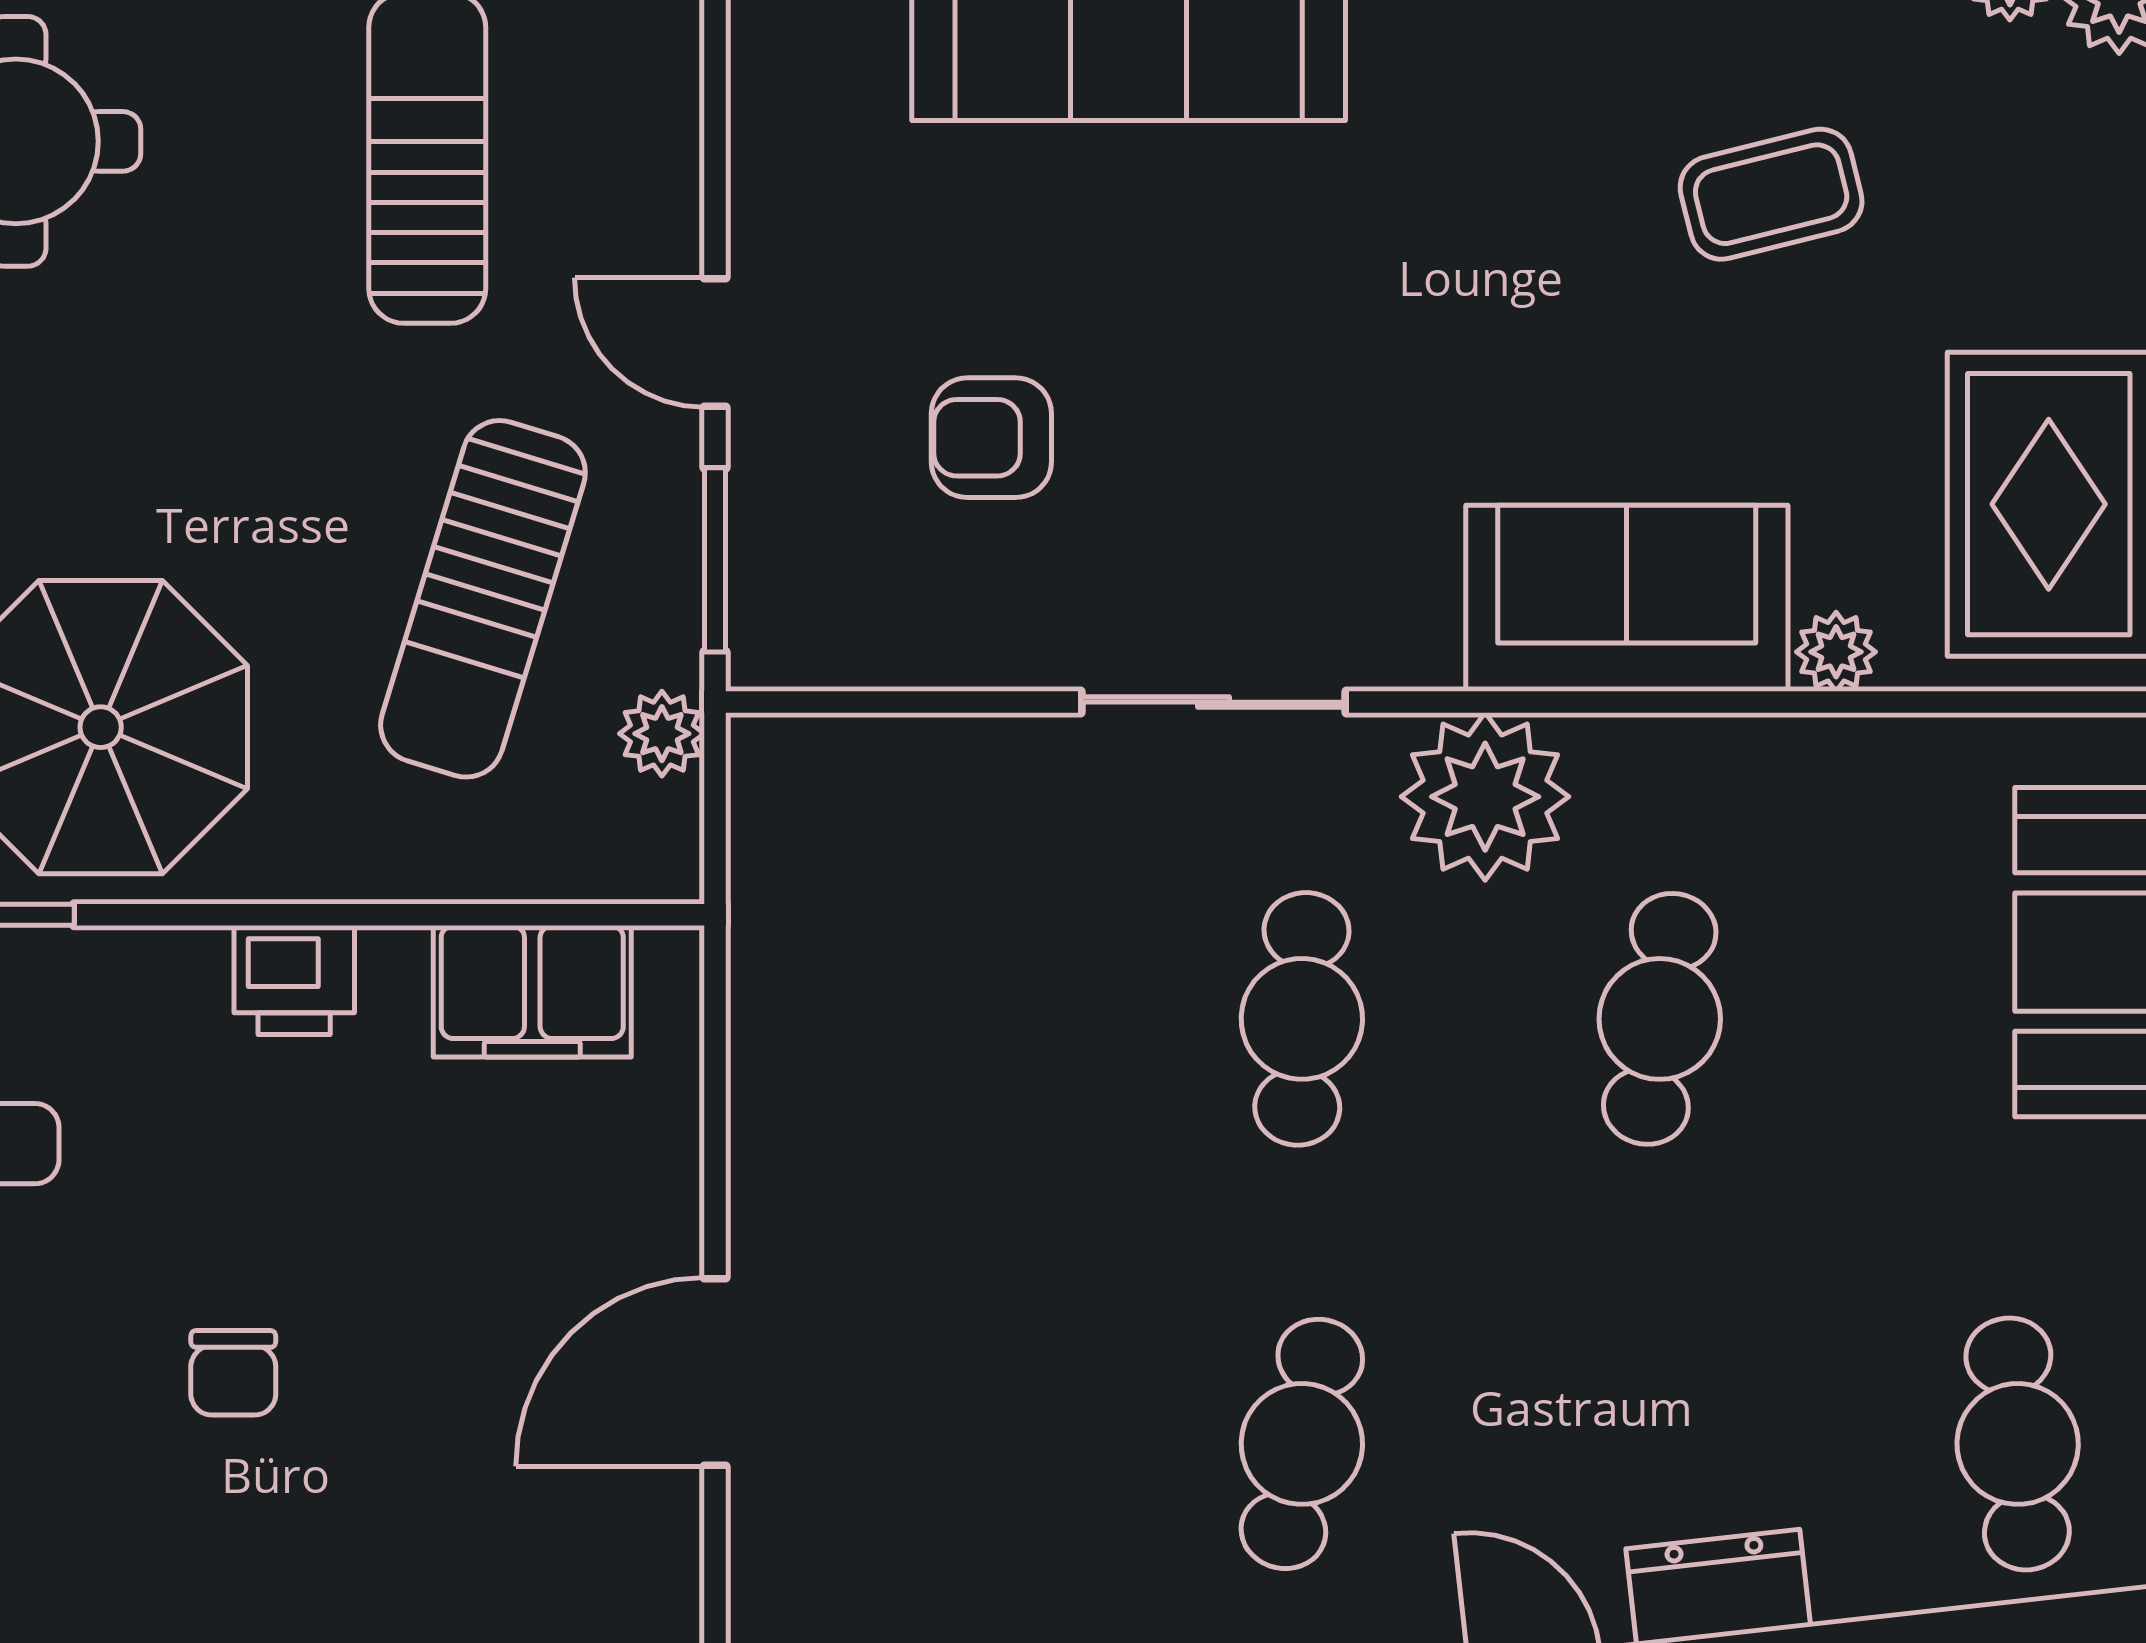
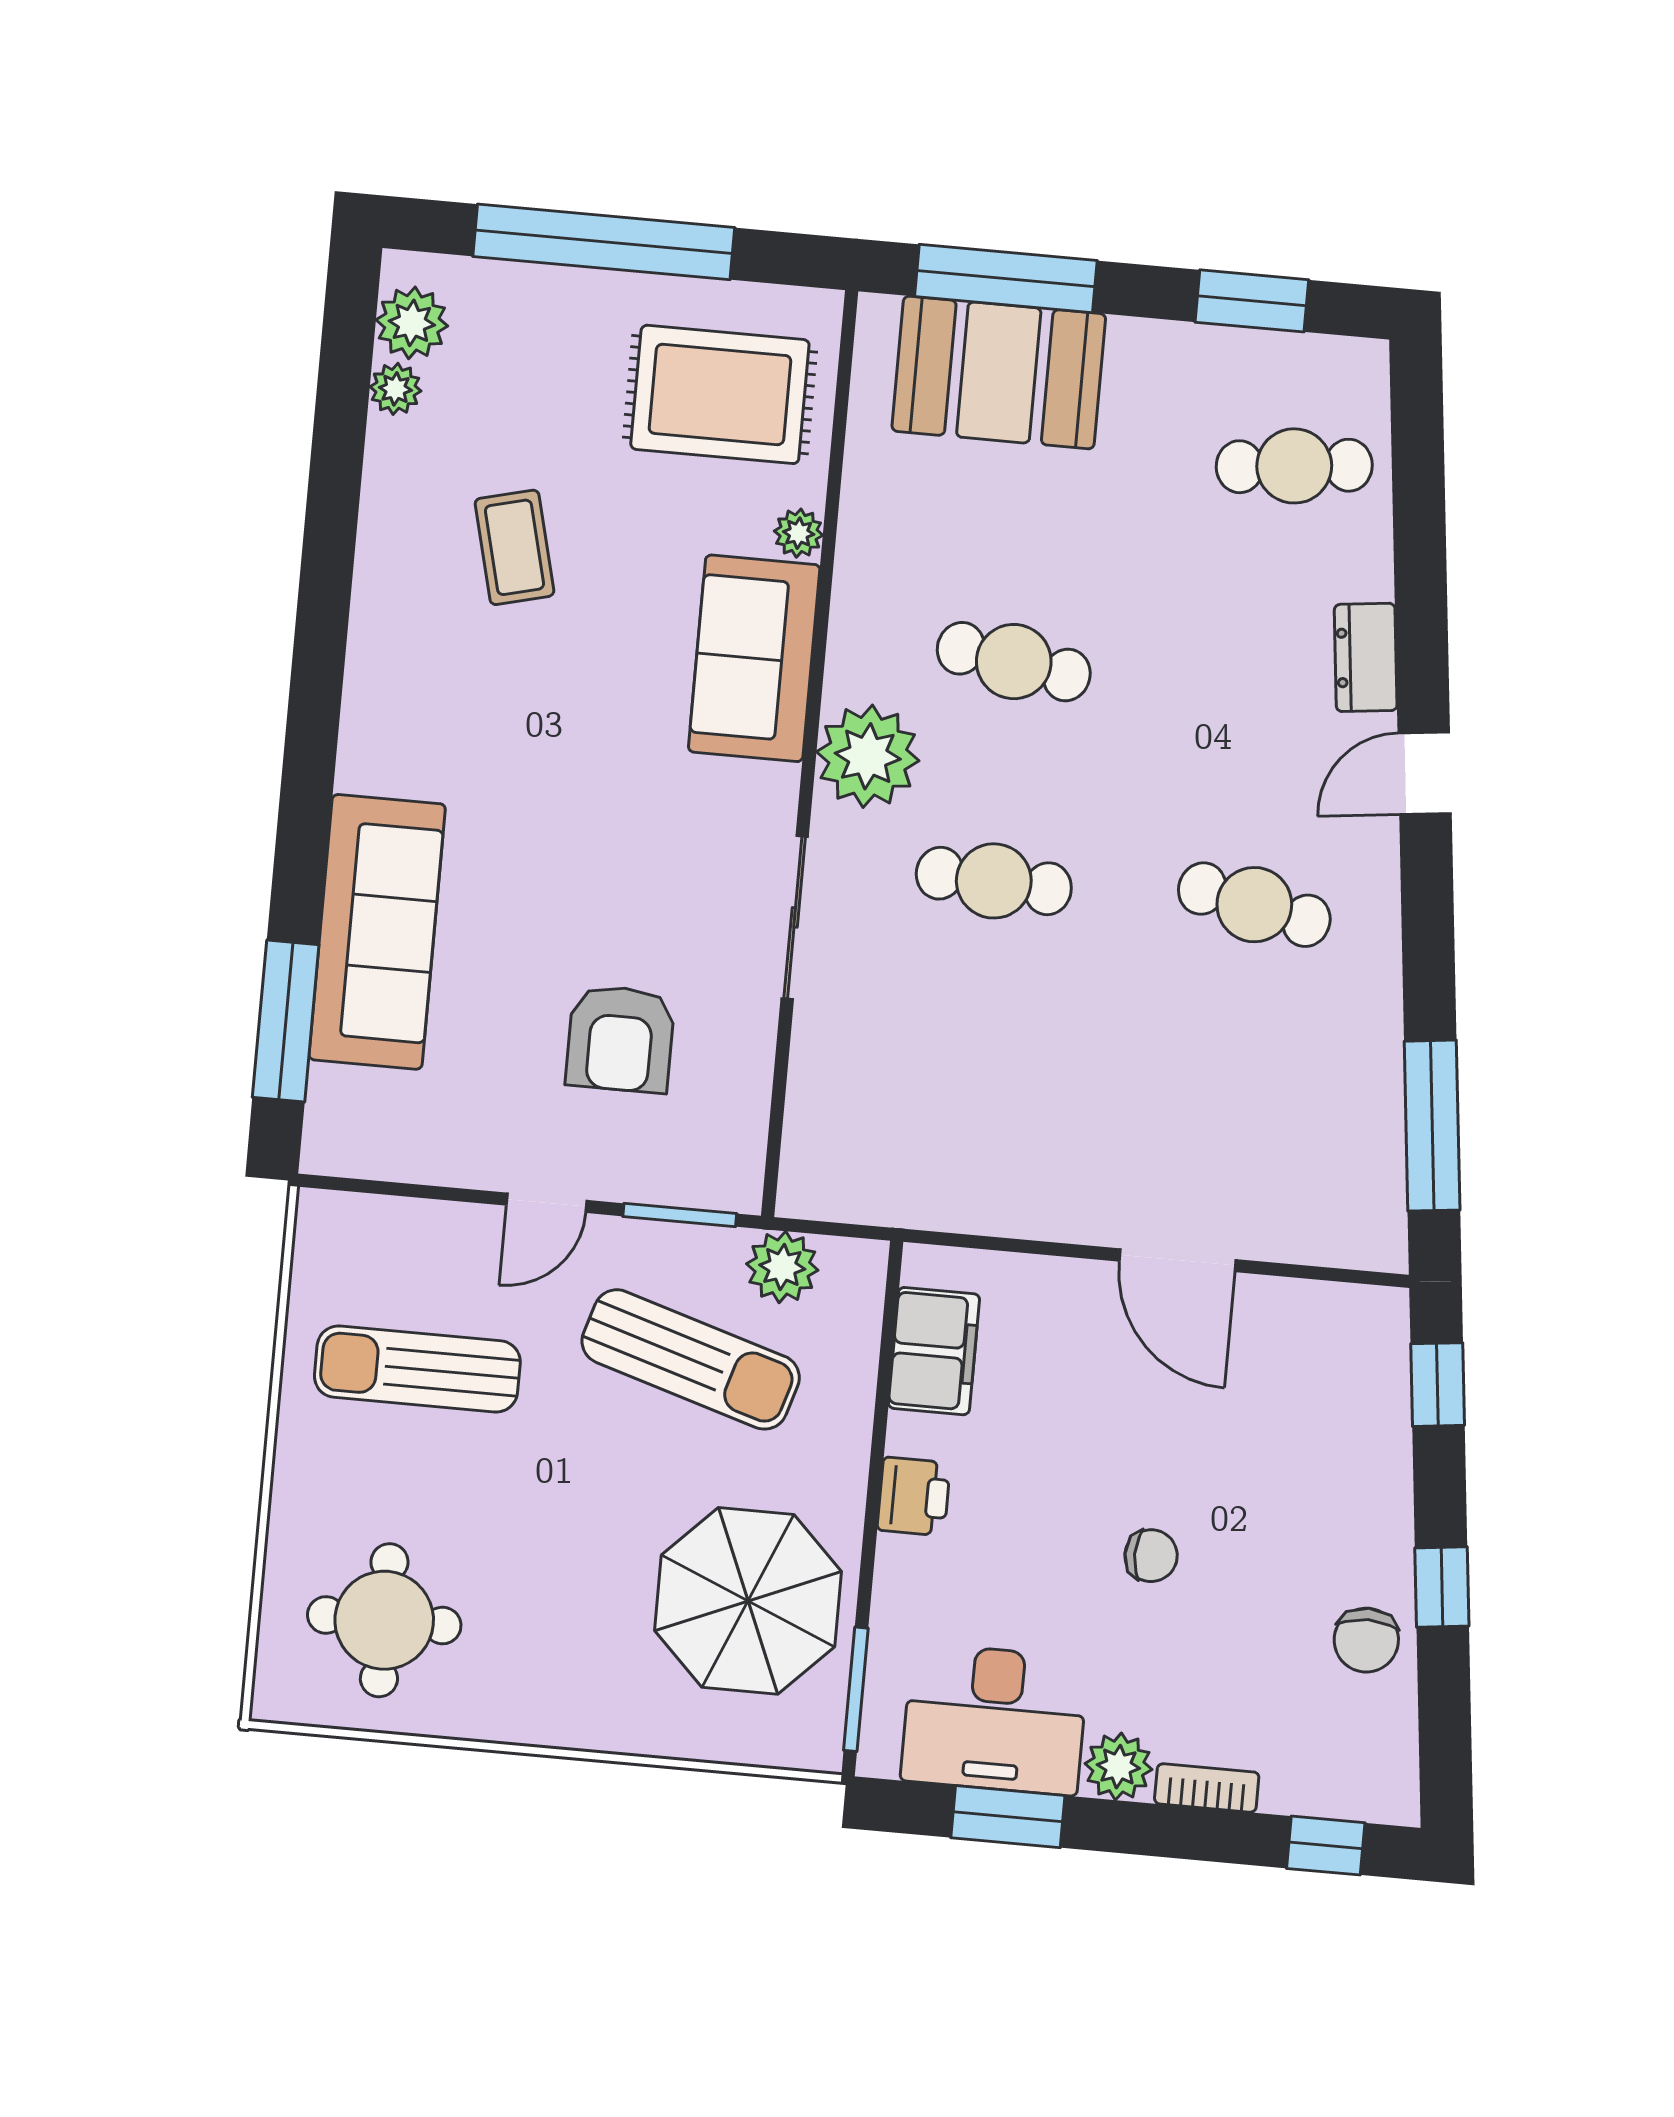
armchair: (991, 438) -> (620, 1039), width x1.38, depth x1.38
plant: (662, 734) -> (782, 1267), width x1.38, depth x1.38

